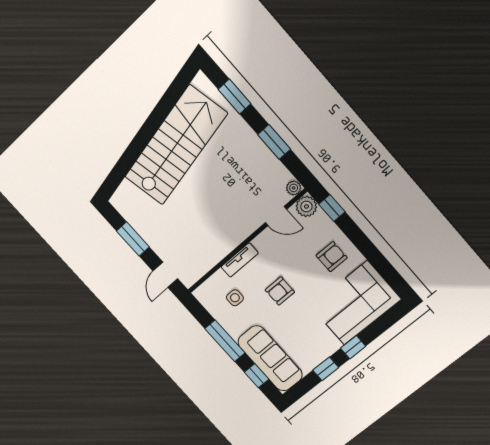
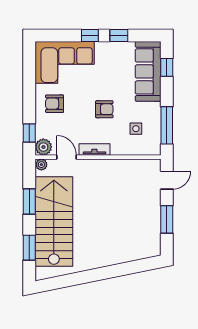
stairs: (176, 145) -> (54, 221), moved, turned 102
tv unit: (240, 260) -> (94, 149), moved
window: (225, 341) -> (167, 125), moved

